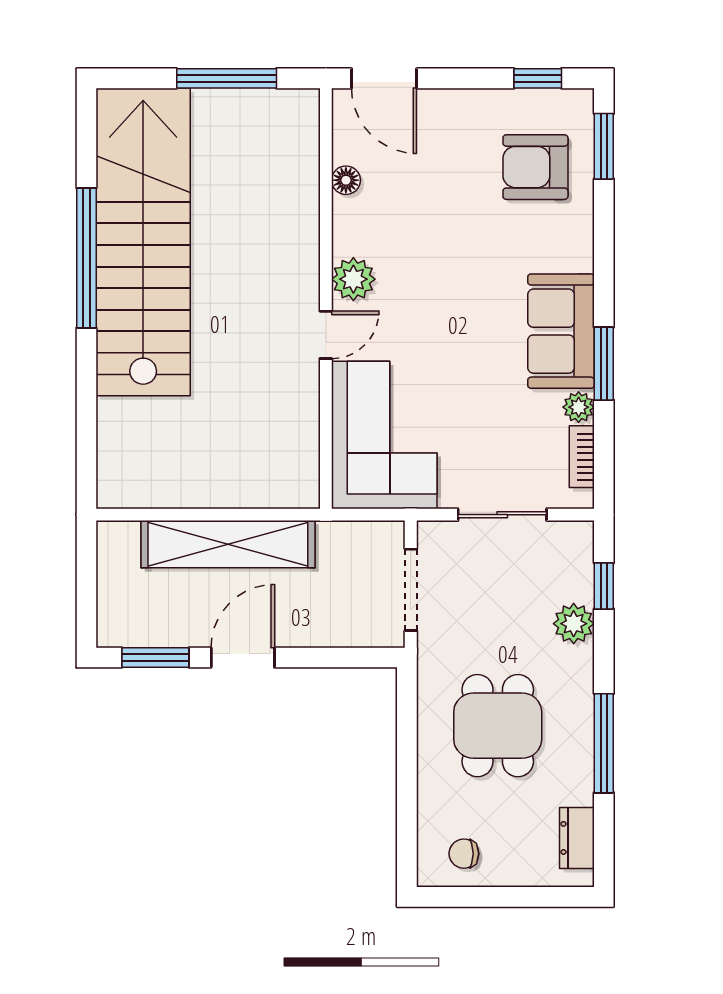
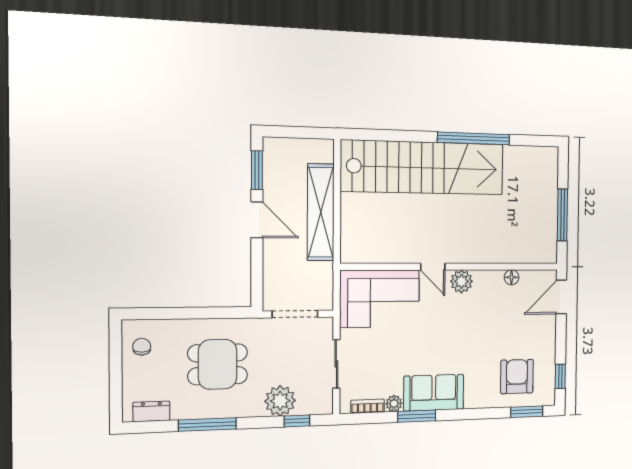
stairs: (143, 242) -> (423, 168), moved
plant: (574, 624) -> (280, 401), width x1.36, depth x1.36

